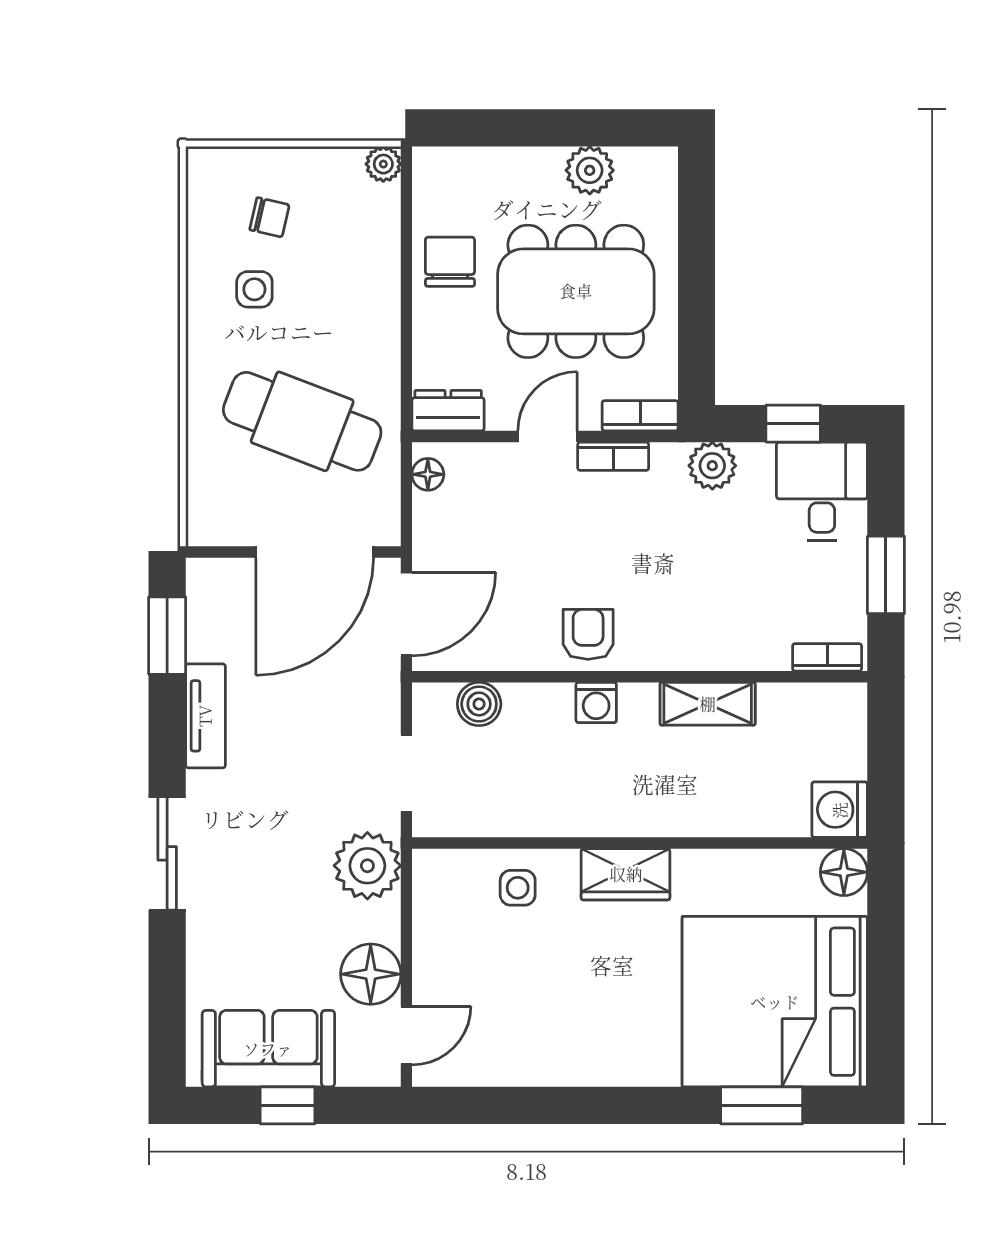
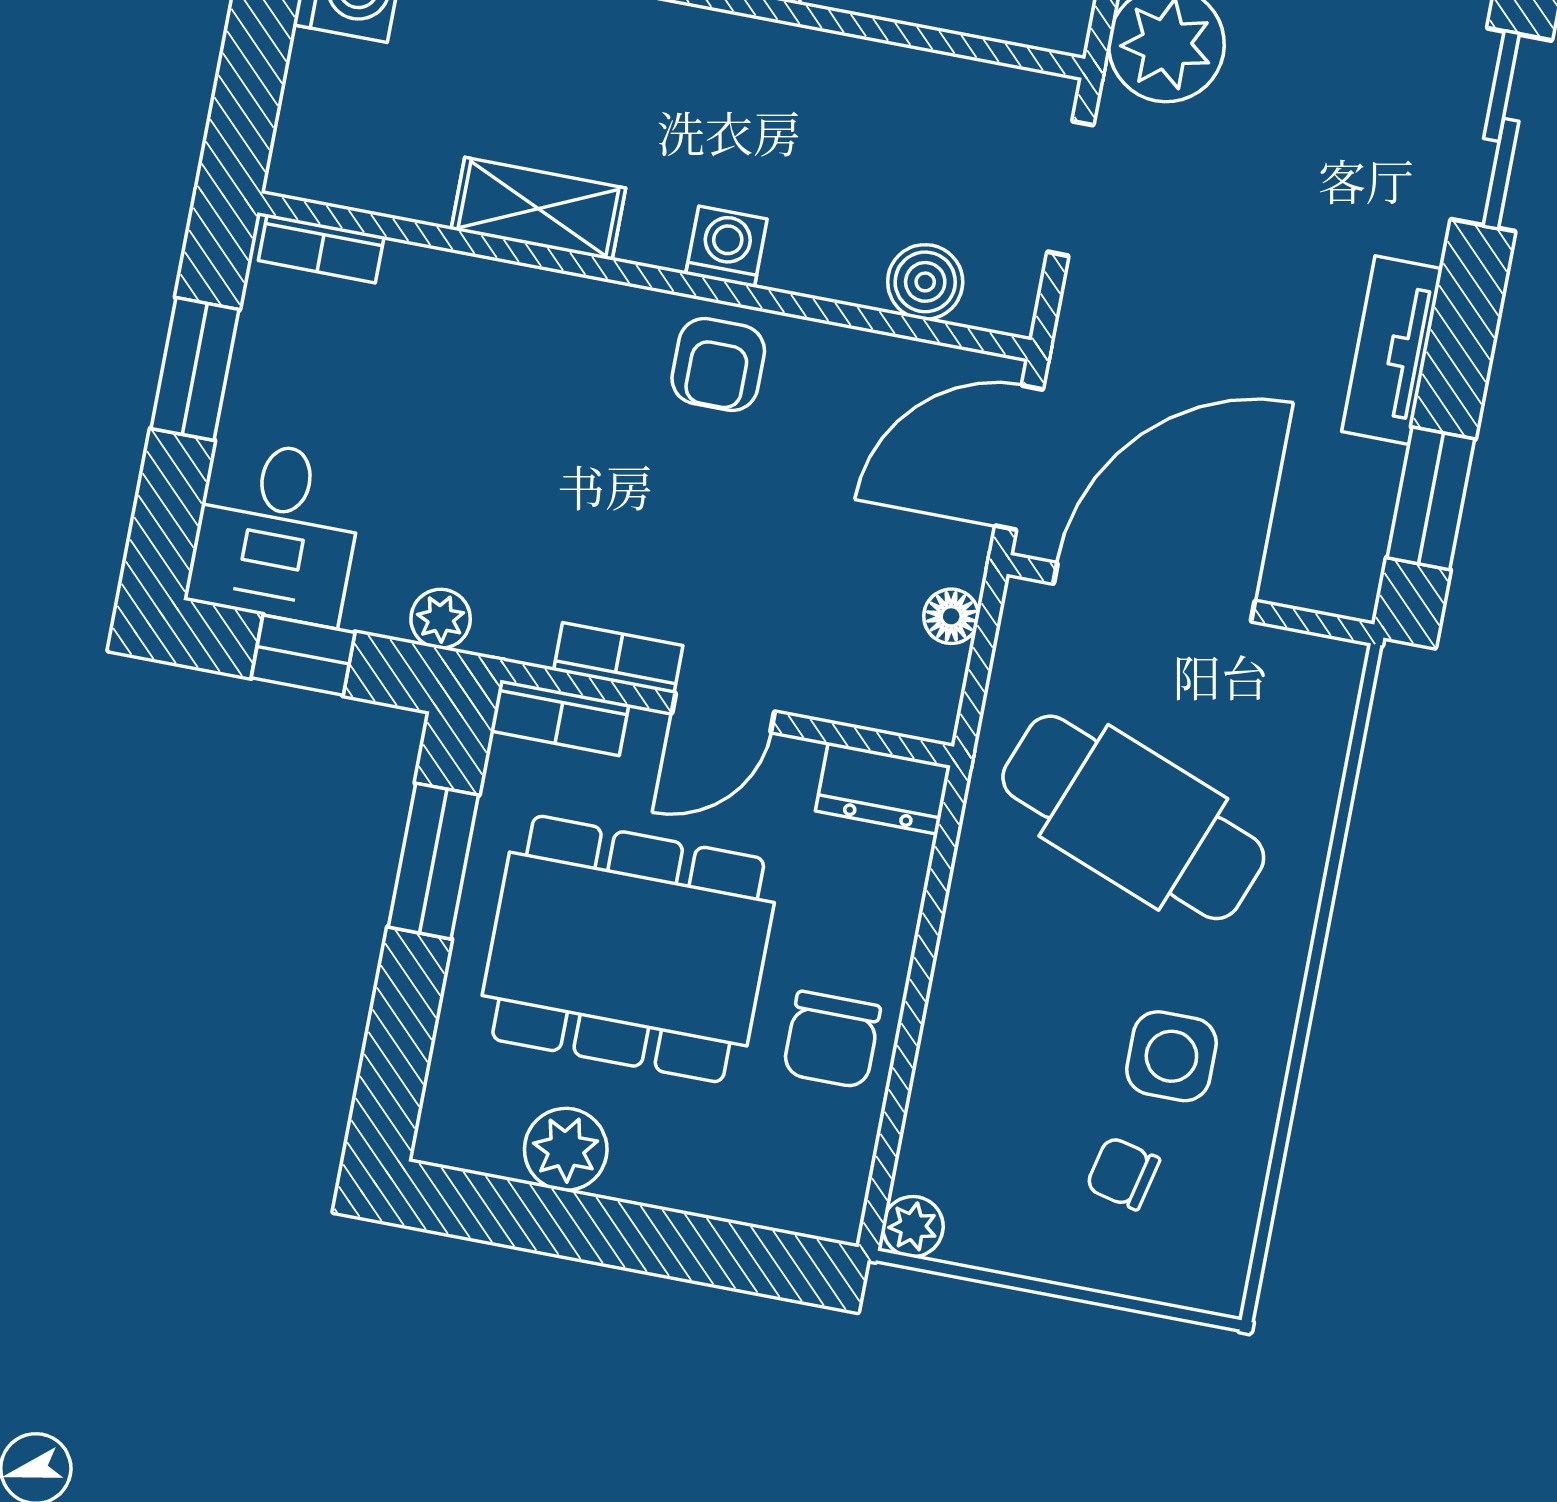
side table: (254, 289) -> (1171, 1056), width x1.37, depth x1.37
window: (697, 320) -> (433, 861), added
plant: (712, 466) -> (441, 619), width x0.73, depth x0.73
floor lamp: (428, 474) -> (951, 616), moved

